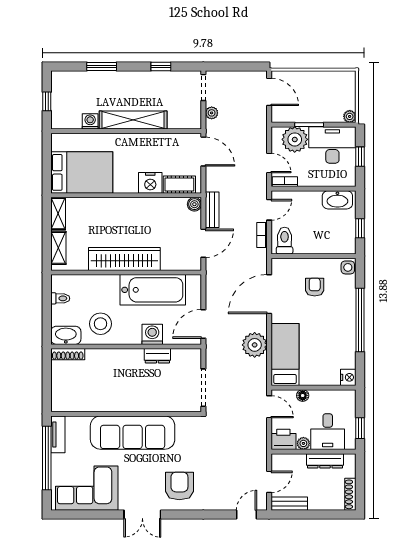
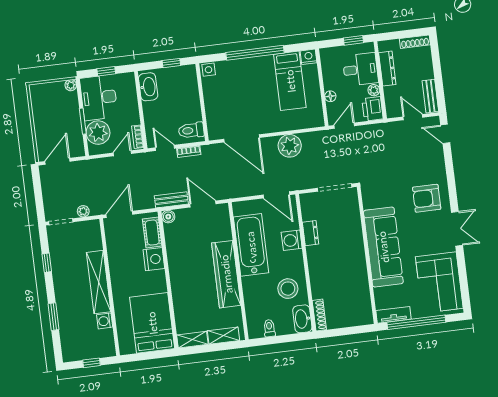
armchair: (315, 287) -> (230, 98), removed
bed: (285, 355) -> (290, 81), moved, turned -90

